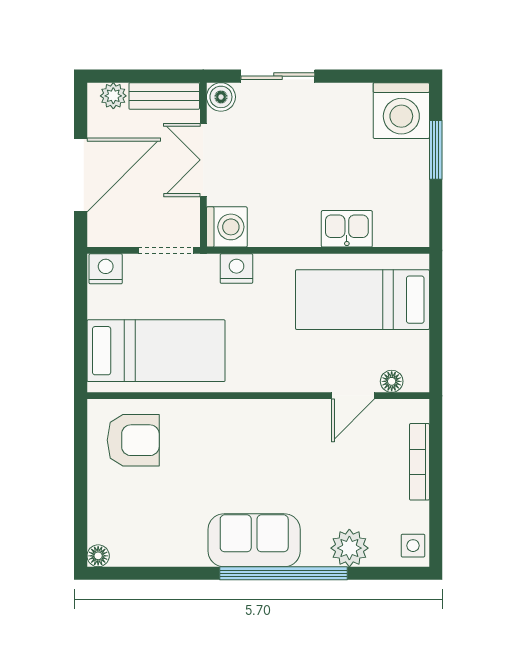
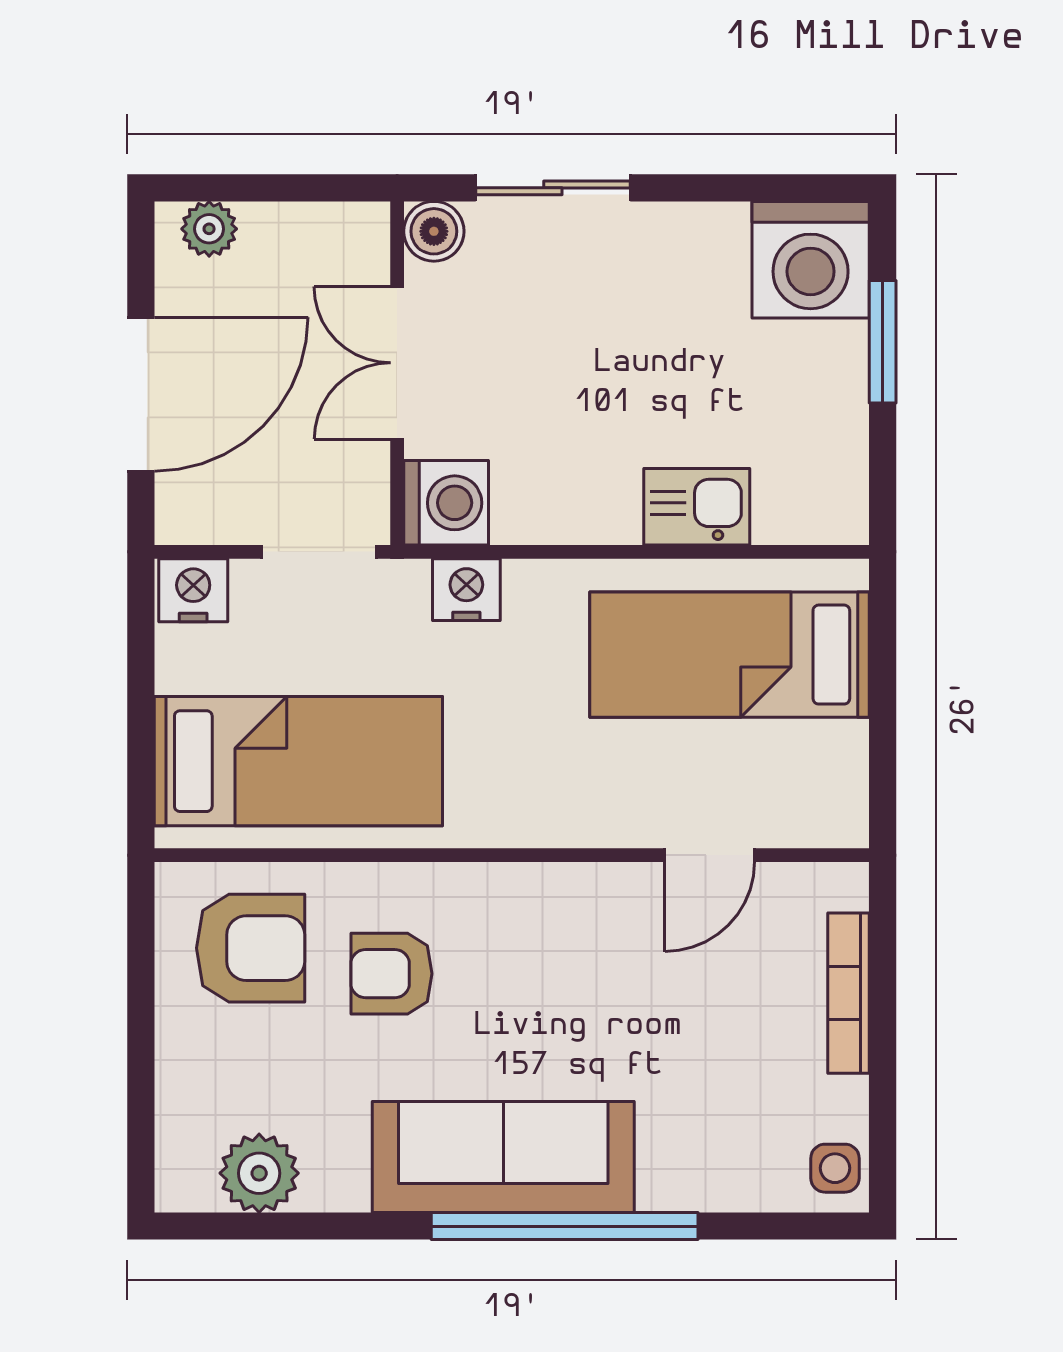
bench: (164, 96) -> (315, 229), removed
floor lamp: (392, 381) -> (790, 825), removed
armchair: (201, 452) -> (391, 974), added
sofa: (254, 540) -> (503, 1157), width x1.36
plant: (349, 548) -> (259, 1173), moved
floor lamp: (98, 556) -> (177, 1189), removed

